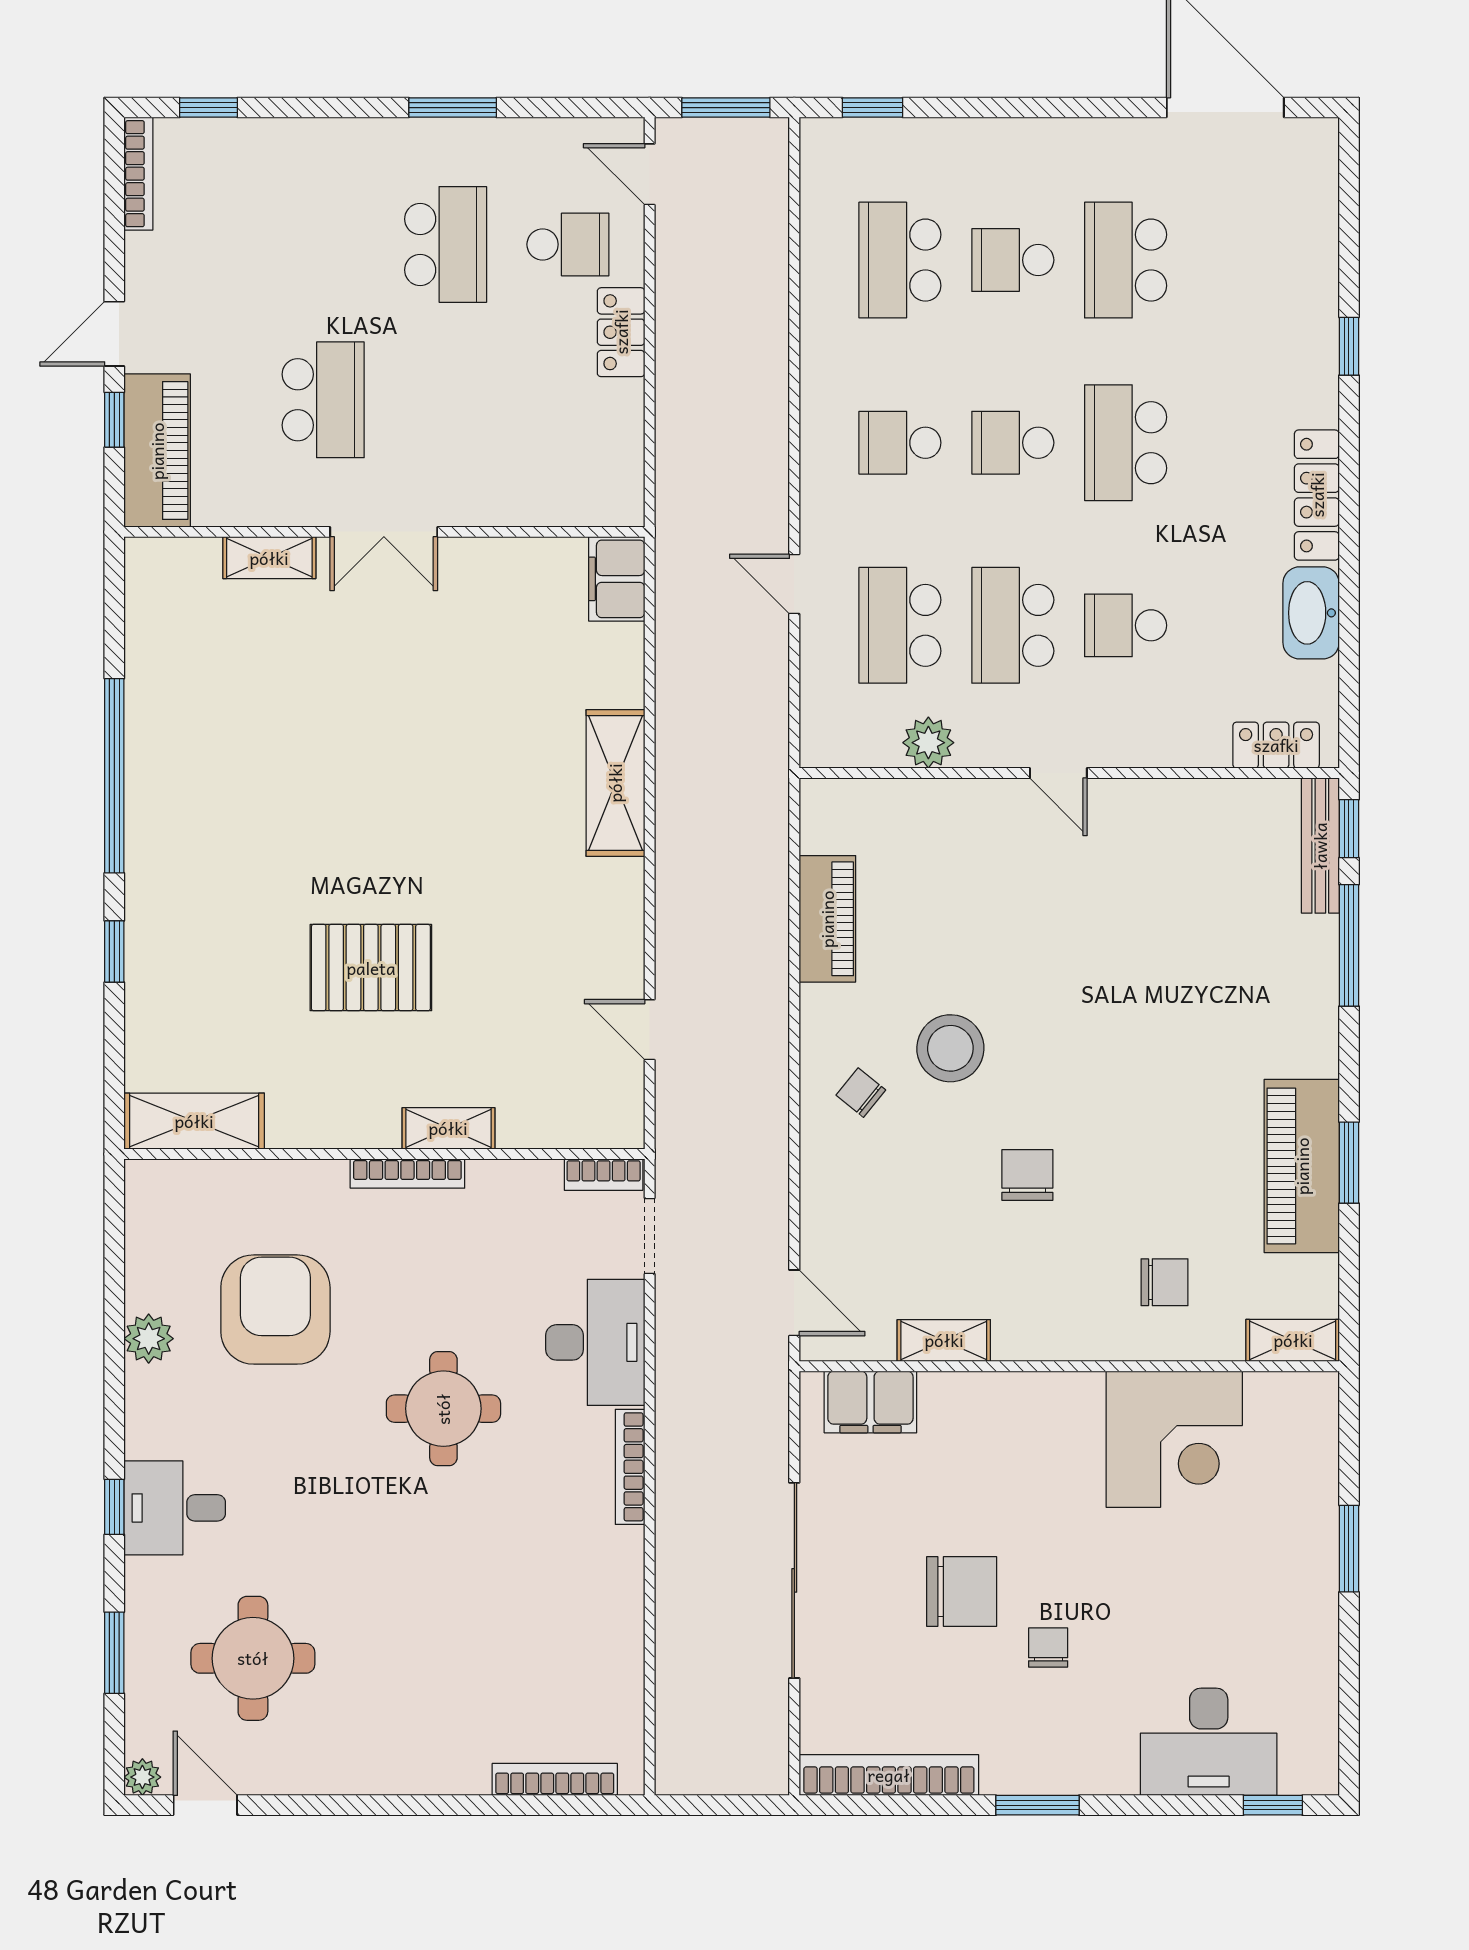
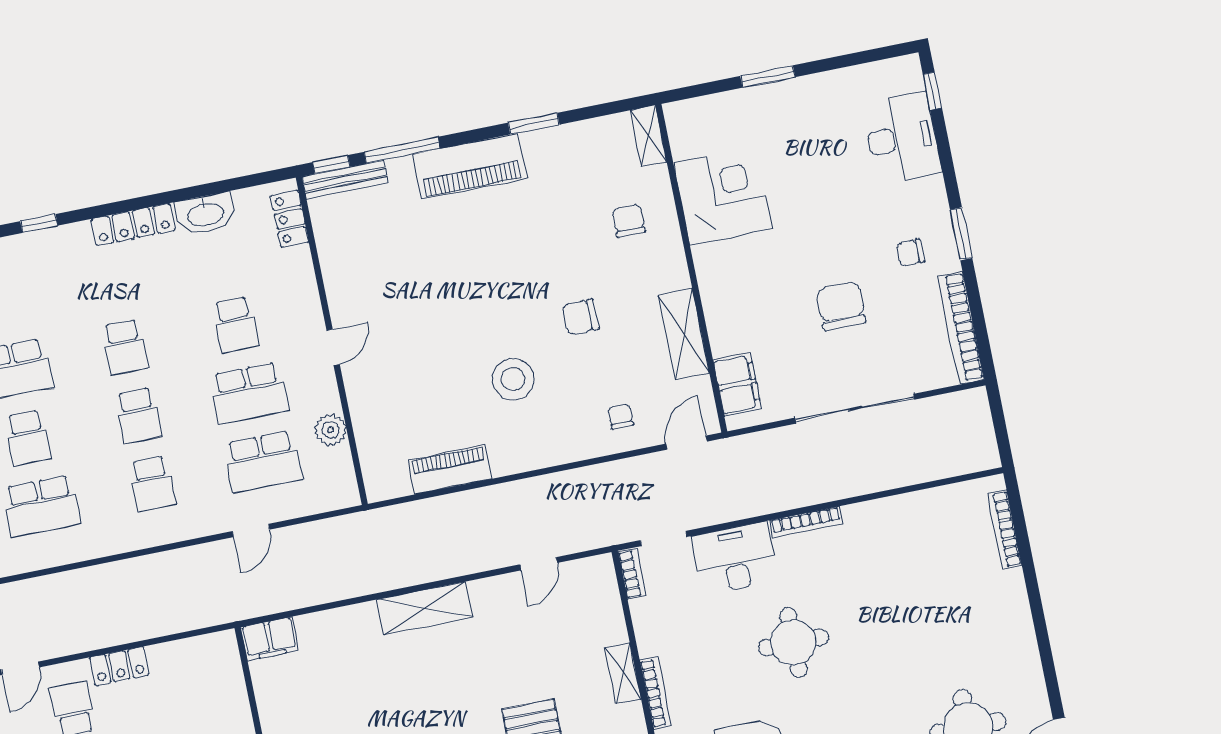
school desk: (1126, 443) -> (125, 347), width x0.54
shelving: (615, 783) -> (425, 608), moved
chair: (861, 1093) -> (621, 416), moved, turned 141
piano: (1302, 1166) -> (470, 166), moved
shelving: (944, 1340) -> (684, 334), width x1.50, depth x1.33
chair: (1048, 1648) -> (911, 253), moved

